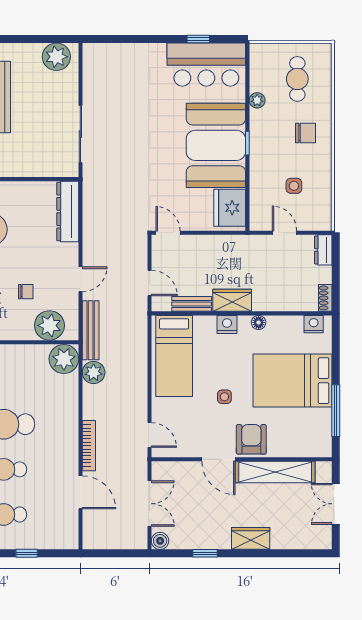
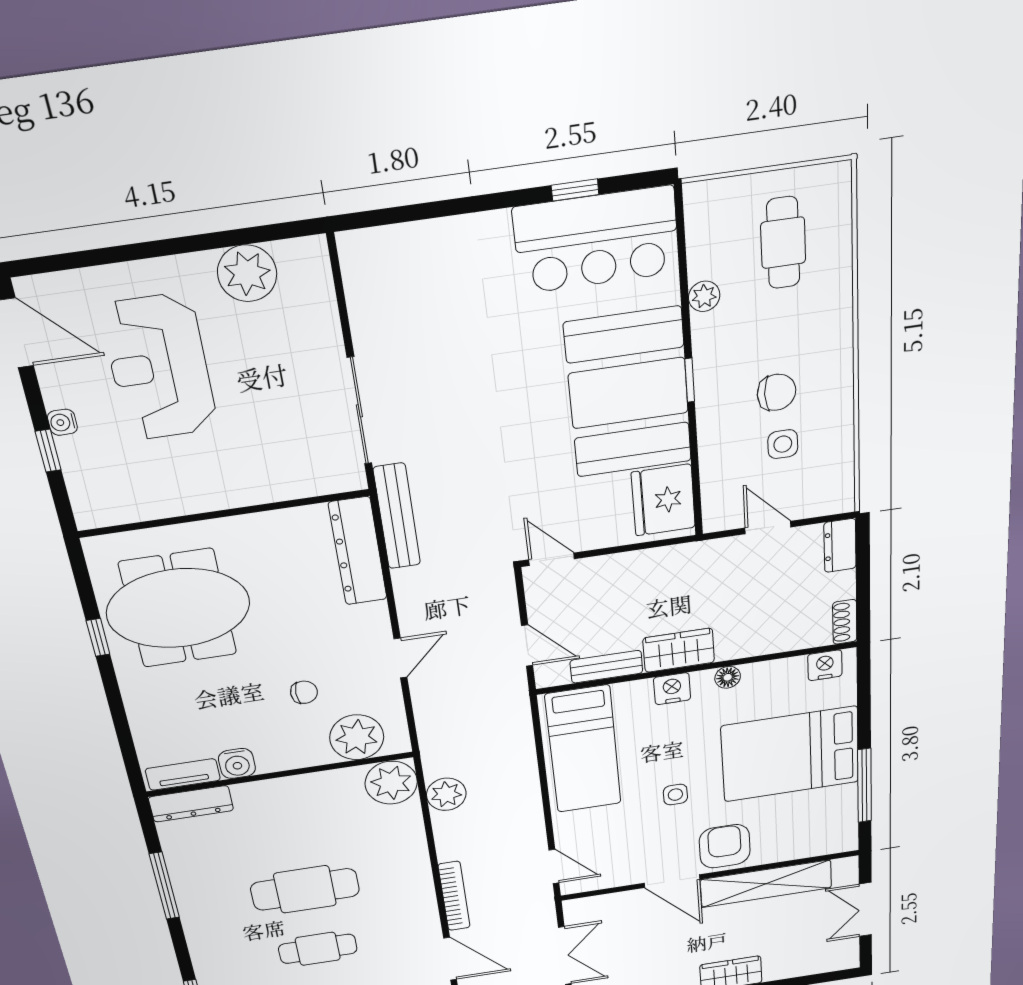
plant: (56, 57) -> (247, 273), moved
chair: (305, 133) -> (777, 392), moved
bench: (91, 330) -> (397, 516), moved

